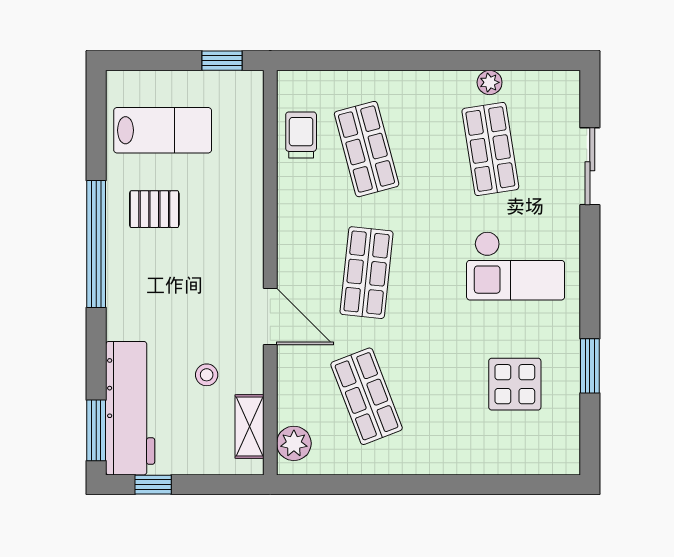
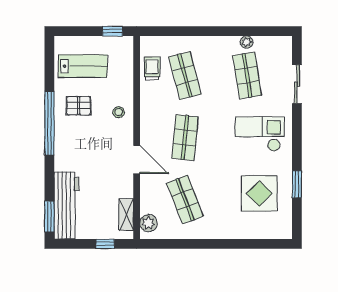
checkout: (516, 266) -> (260, 134), turned 180
stool: (207, 375) -> (119, 112), moved
display table: (515, 384) -> (259, 193), width x1.36, depth x1.36
window: (153, 485) -> (105, 244), moved

